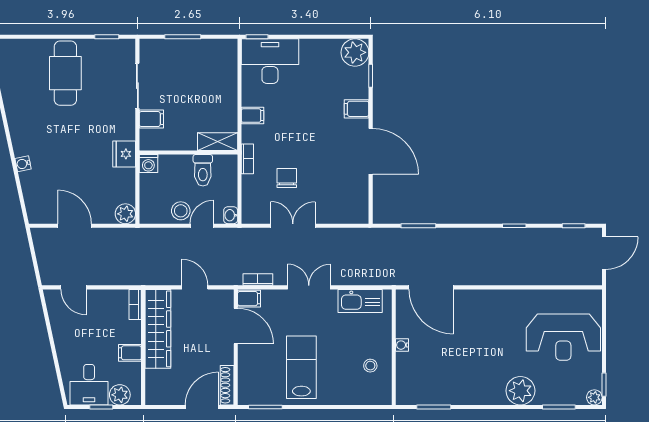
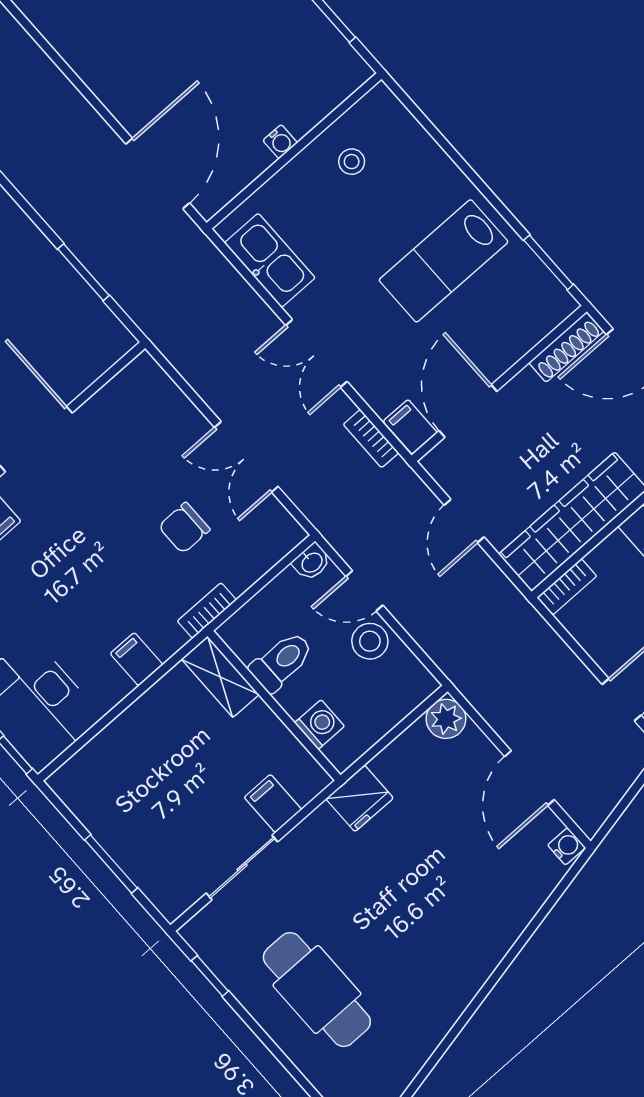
cafe table: (65, 73) -> (317, 990), turned 90
water cooler: (23, 164) -> (567, 846), moved, turned -78
washing machine: (148, 164) -> (320, 724), moved

